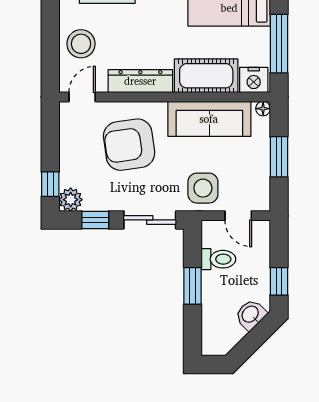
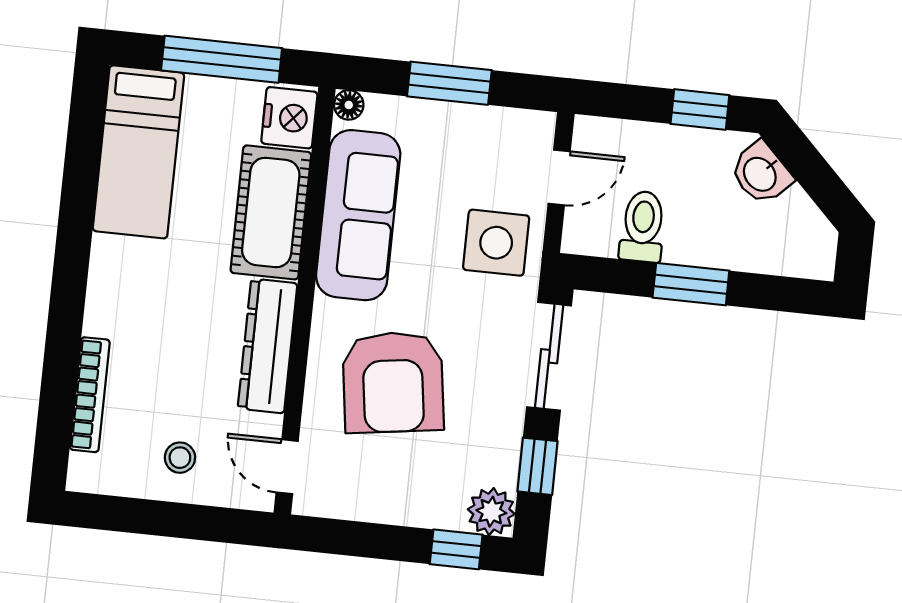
stool: (81, 44) -> (180, 458), width x0.53, depth x0.53

